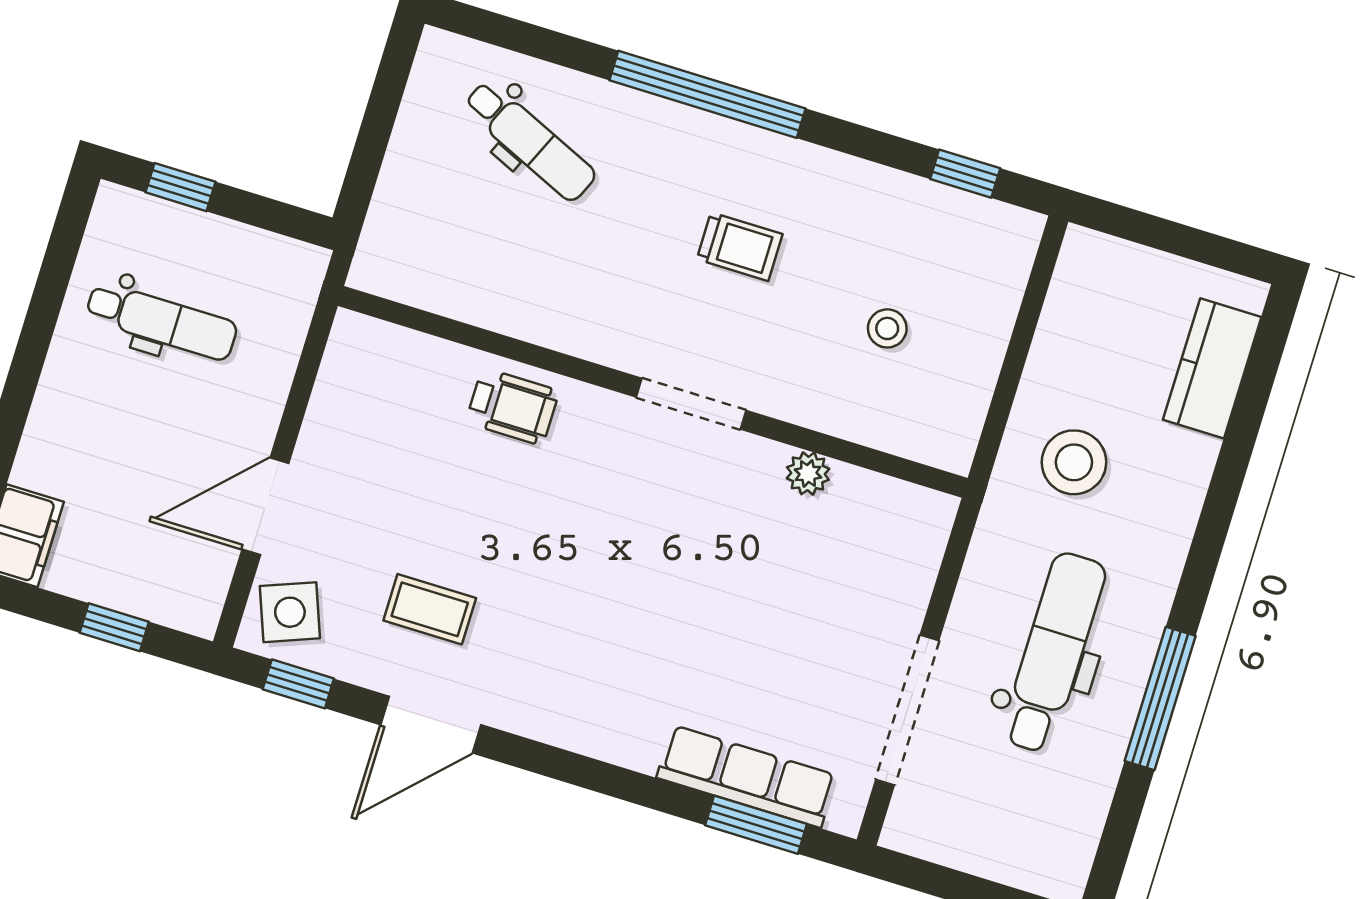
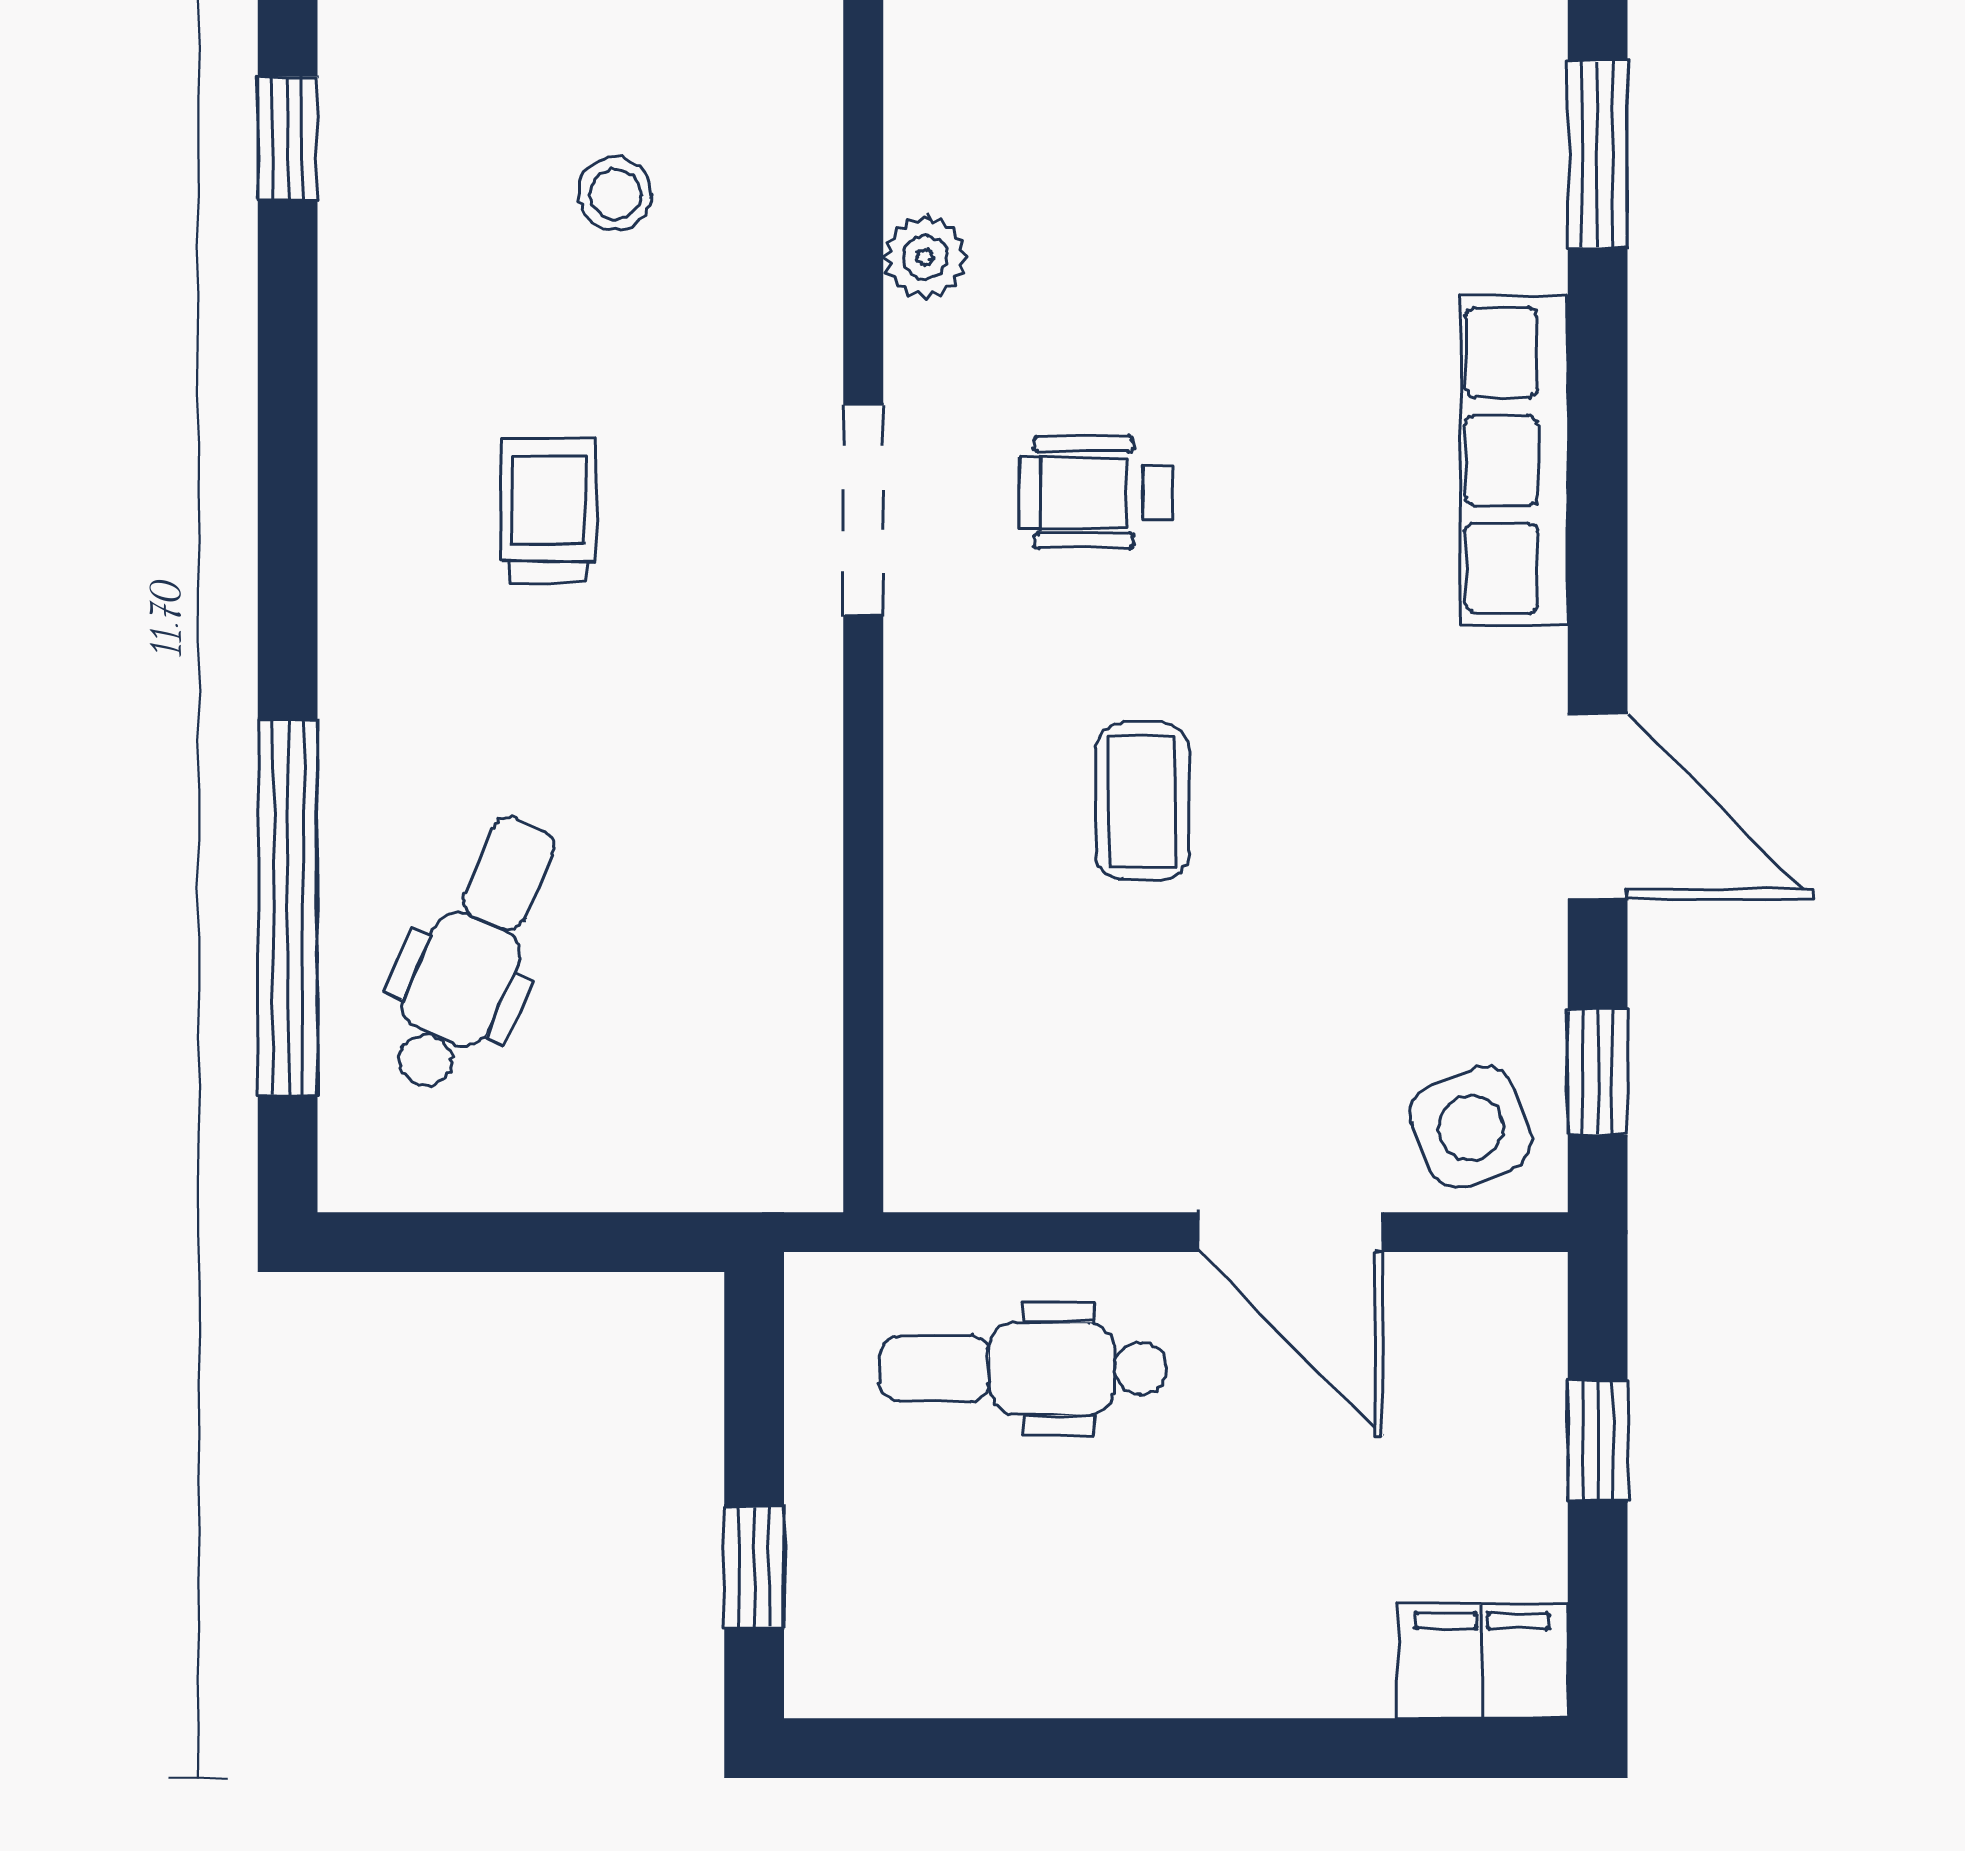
window: (707, 94) -> (288, 908), moved
dental chair: (162, 321) -> (1023, 1369), moved, turned -90
wheelchair: (512, 407) -> (1096, 493), moved, turned -90
coffee table: (430, 609) -> (1142, 802), moved
row of seats: (747, 776) -> (1514, 460), moved

